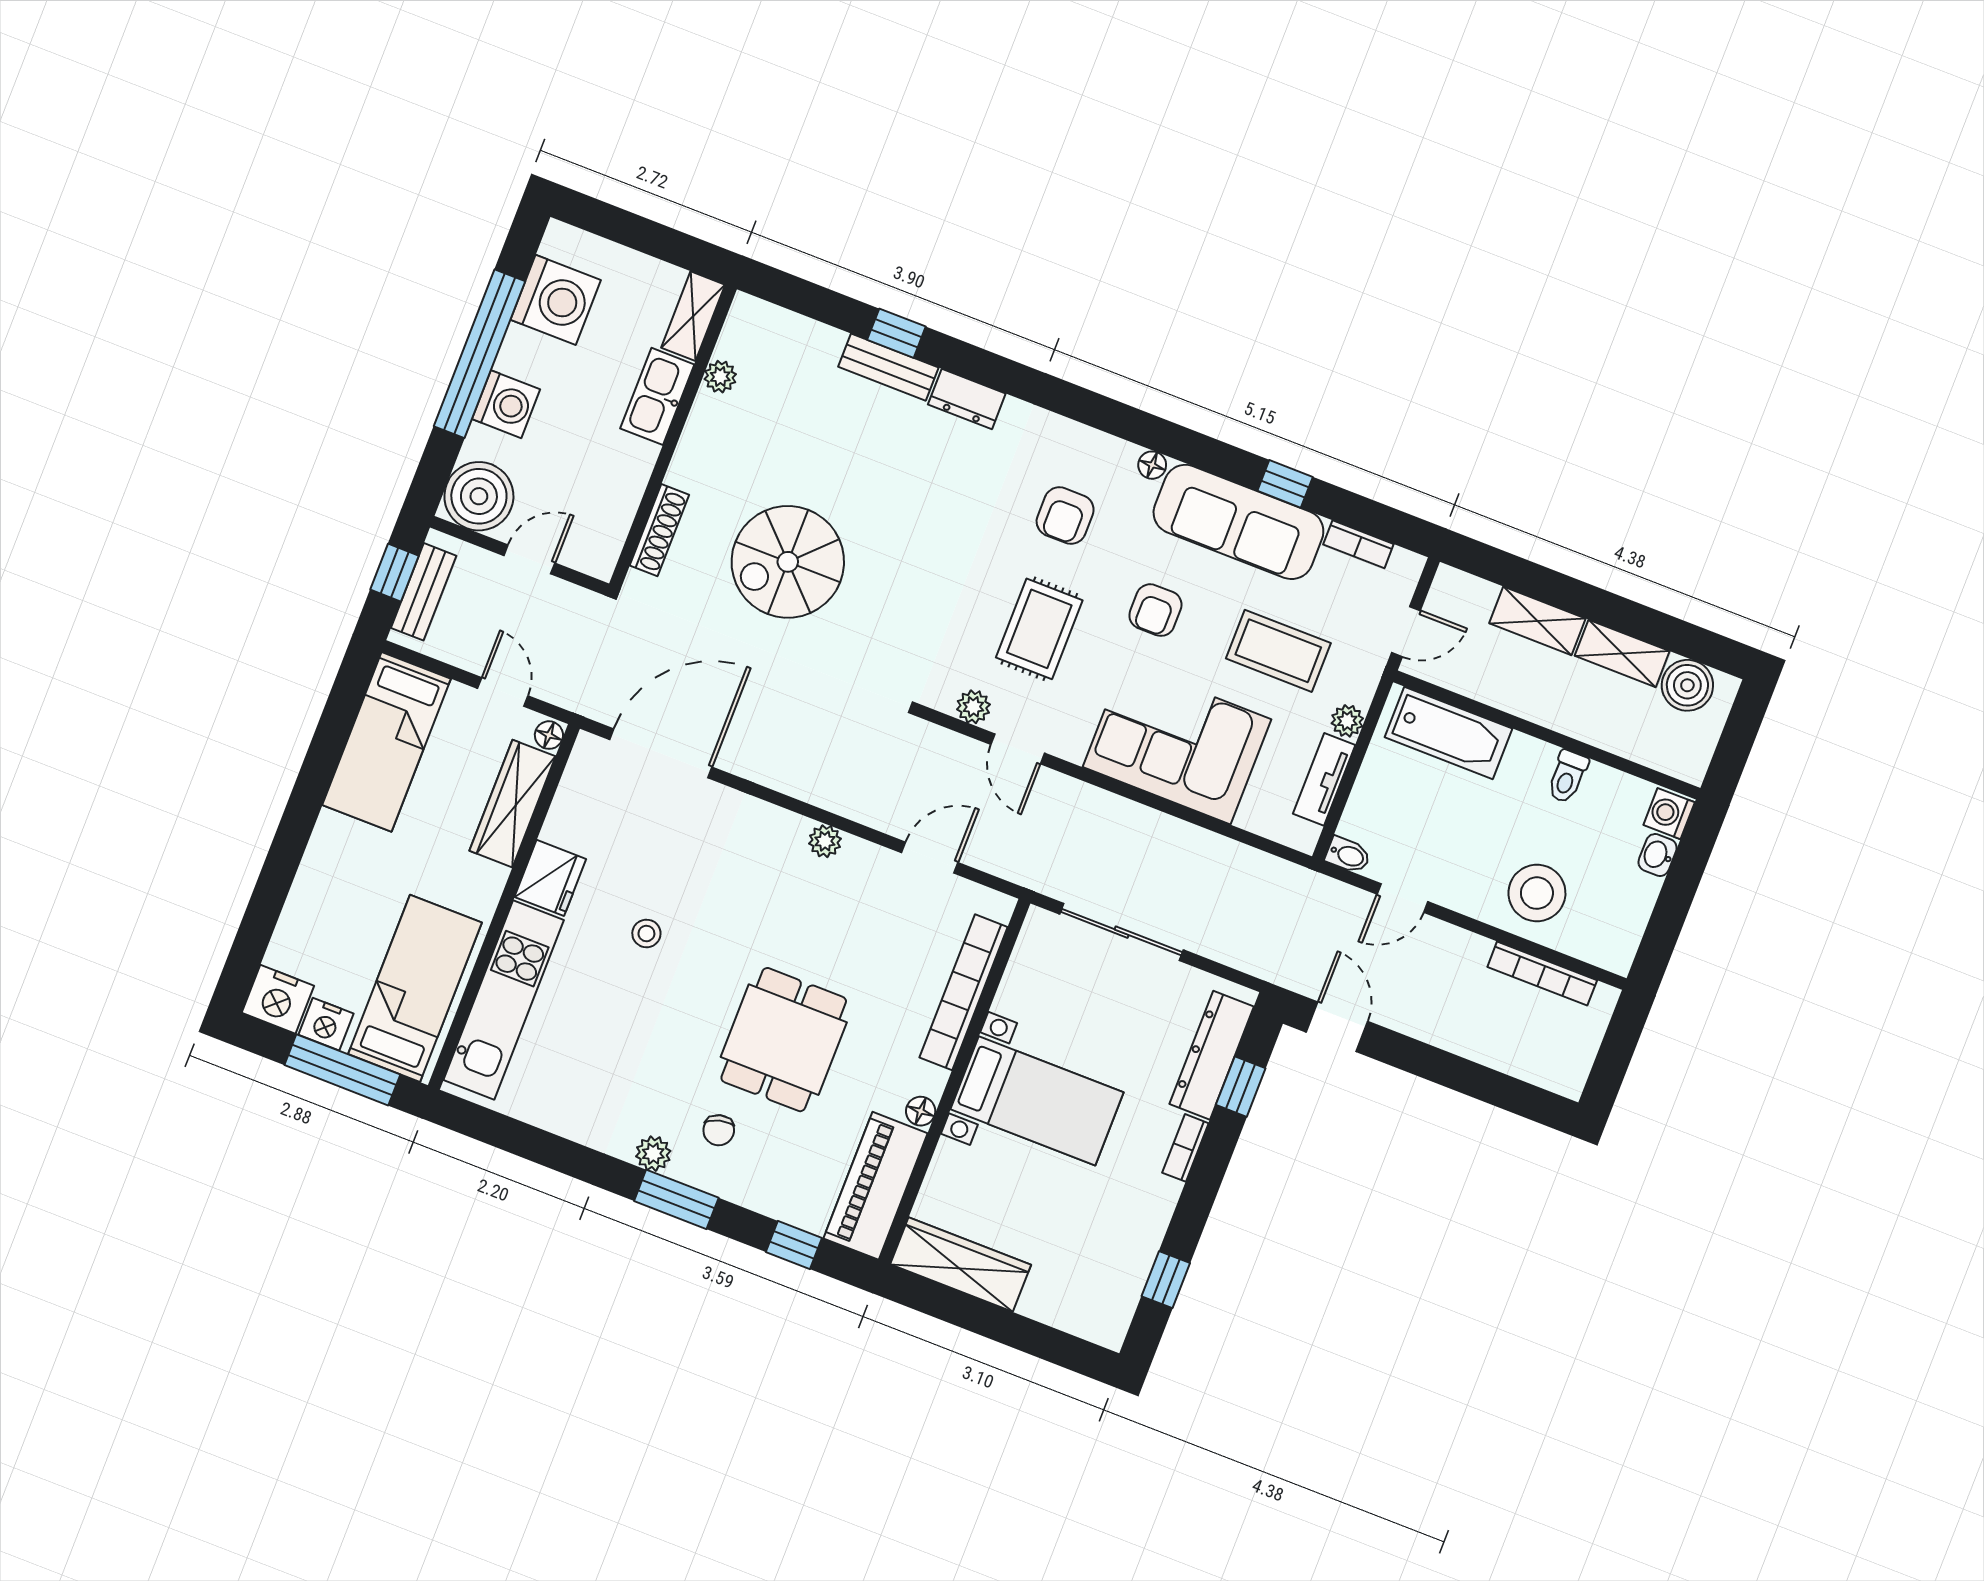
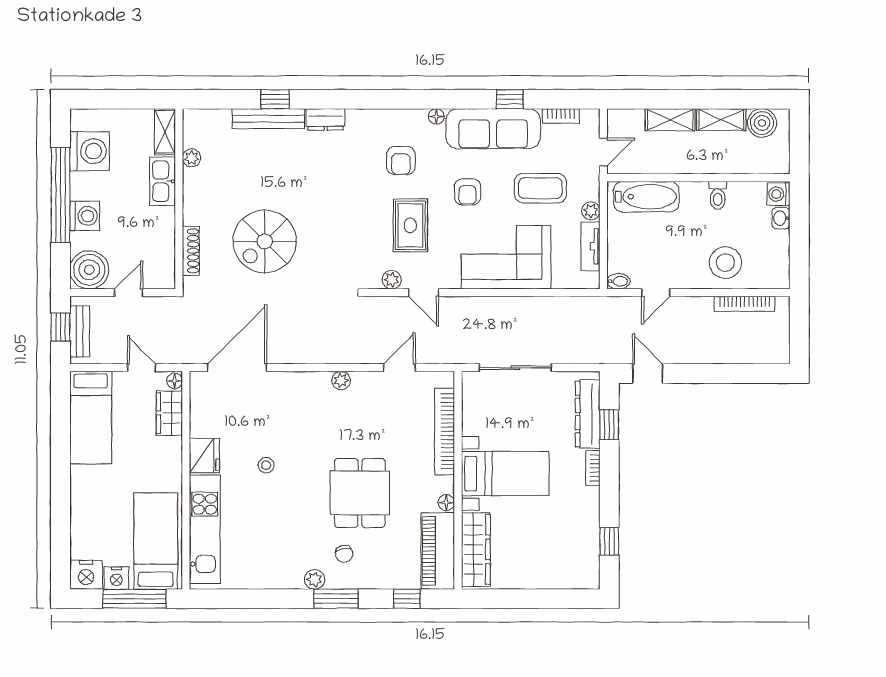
bench: (888, 367) -> (268, 119), width x1.36
wardrobe: (513, 804) -> (169, 413), width x0.67
wardrobe: (961, 1265) -> (476, 549), moved, turned 90

